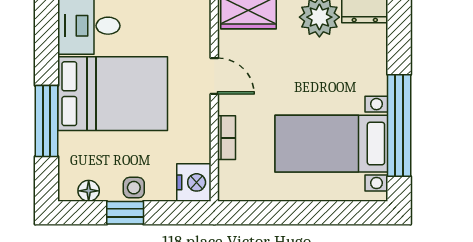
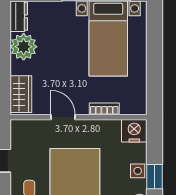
door: (214, 76) -> (63, 117), hinge flipped

